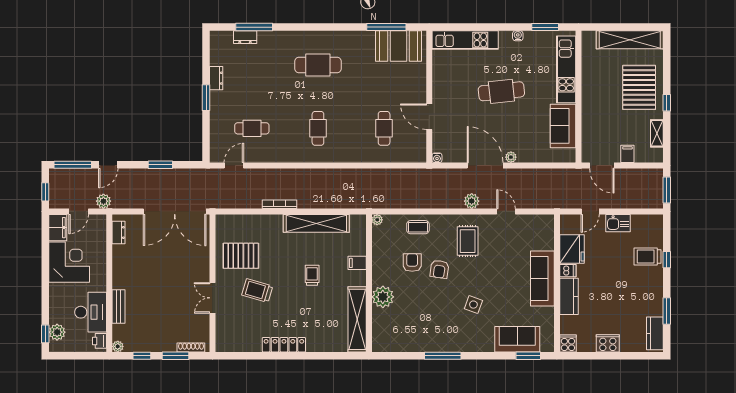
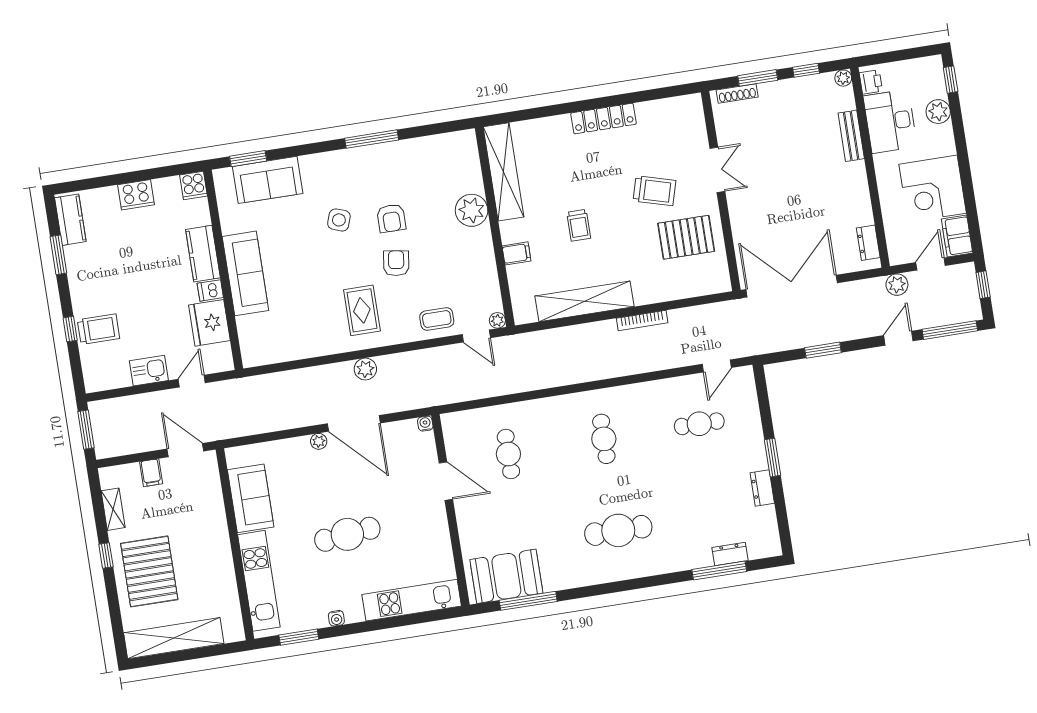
door: (506, 211) -> (476, 336), moved
armchair: (412, 262) -> (391, 218), moved
plant: (57, 332) -> (938, 112), moved

